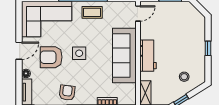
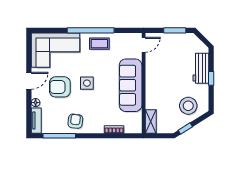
workbench: (148, 56) -> (201, 68), moved, turned 180
stool: (184, 77) -> (188, 106), width x1.89, depth x1.89

